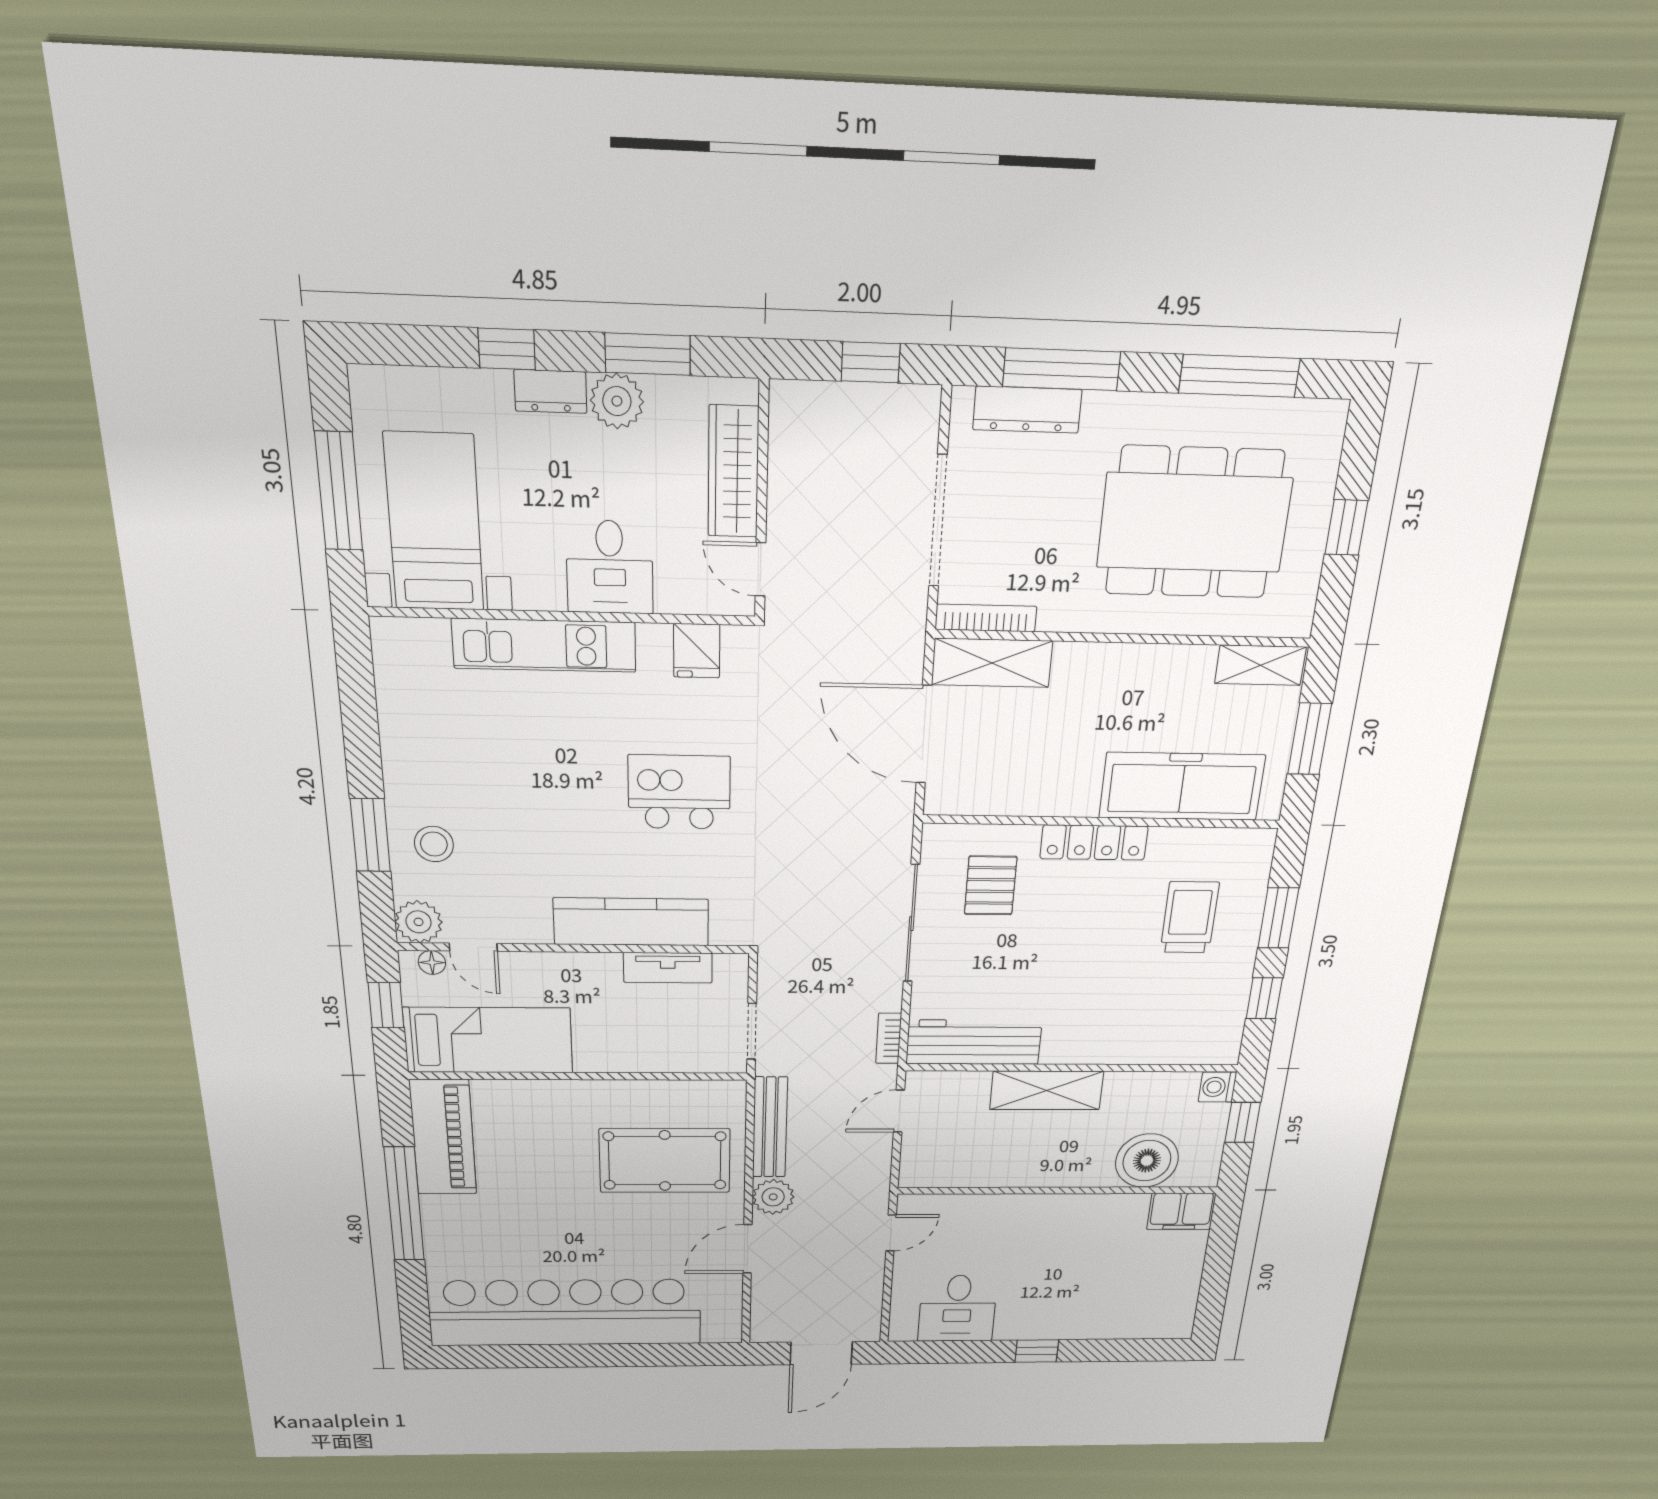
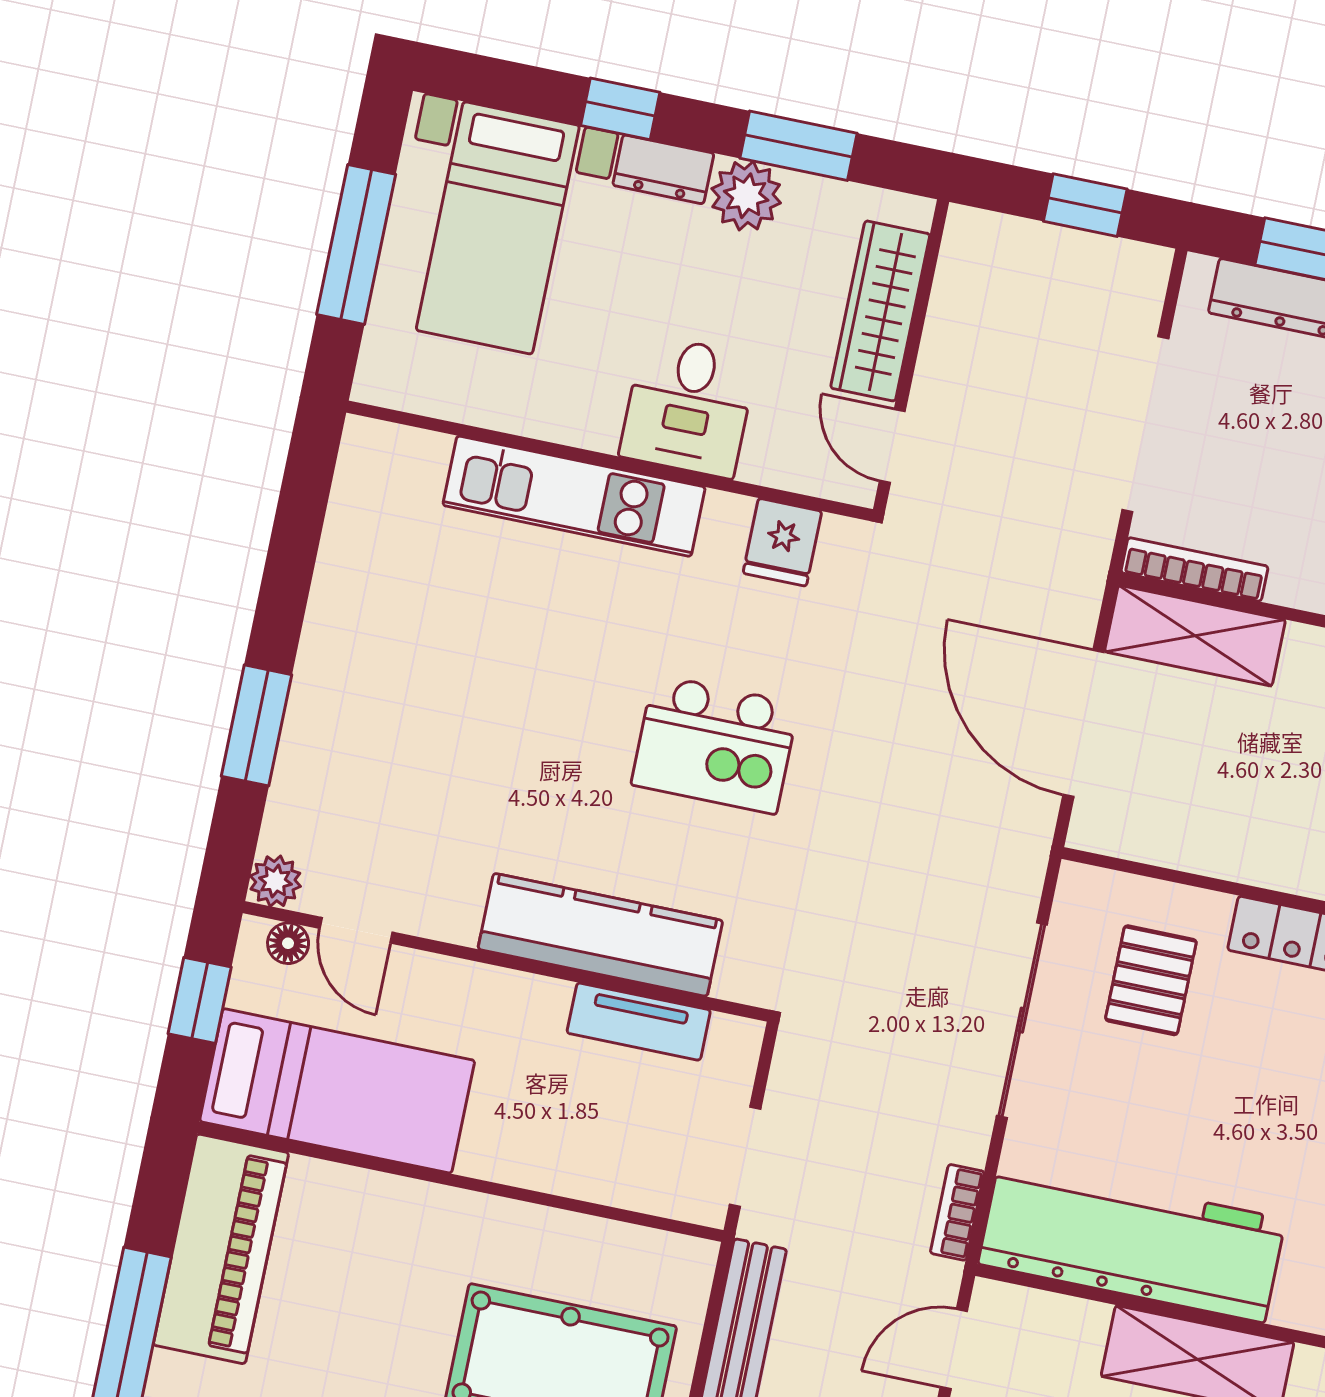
bed with nightstands: (434, 522) -> (498, 228), moved, turned 180
kitchen island: (679, 792) -> (715, 744), turned 180
stool: (434, 844) -> (343, 756), removed
plant: (419, 922) -> (275, 881), width x0.73, depth x0.73
workbench: (974, 1042) -> (1132, 1241), width x1.36, depth x1.32

